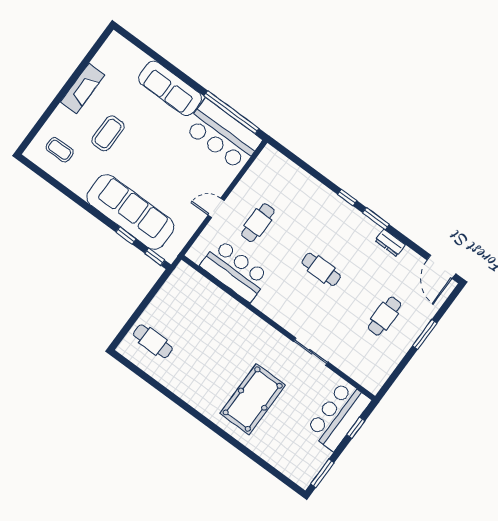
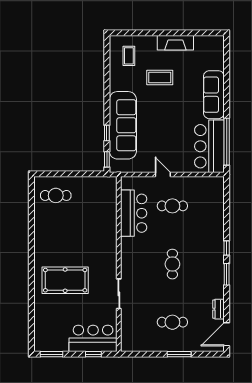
dresser: (390, 243) -> (218, 309), moved
cafe table: (153, 341) -> (56, 195), turned 90

